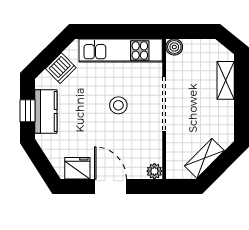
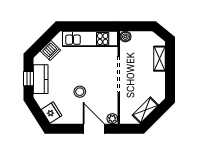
stool: (118, 105) -> (80, 92), moved
fridge: (77, 168) -> (52, 113), moved, turned 58
door: (111, 186) -> (94, 129), moved

